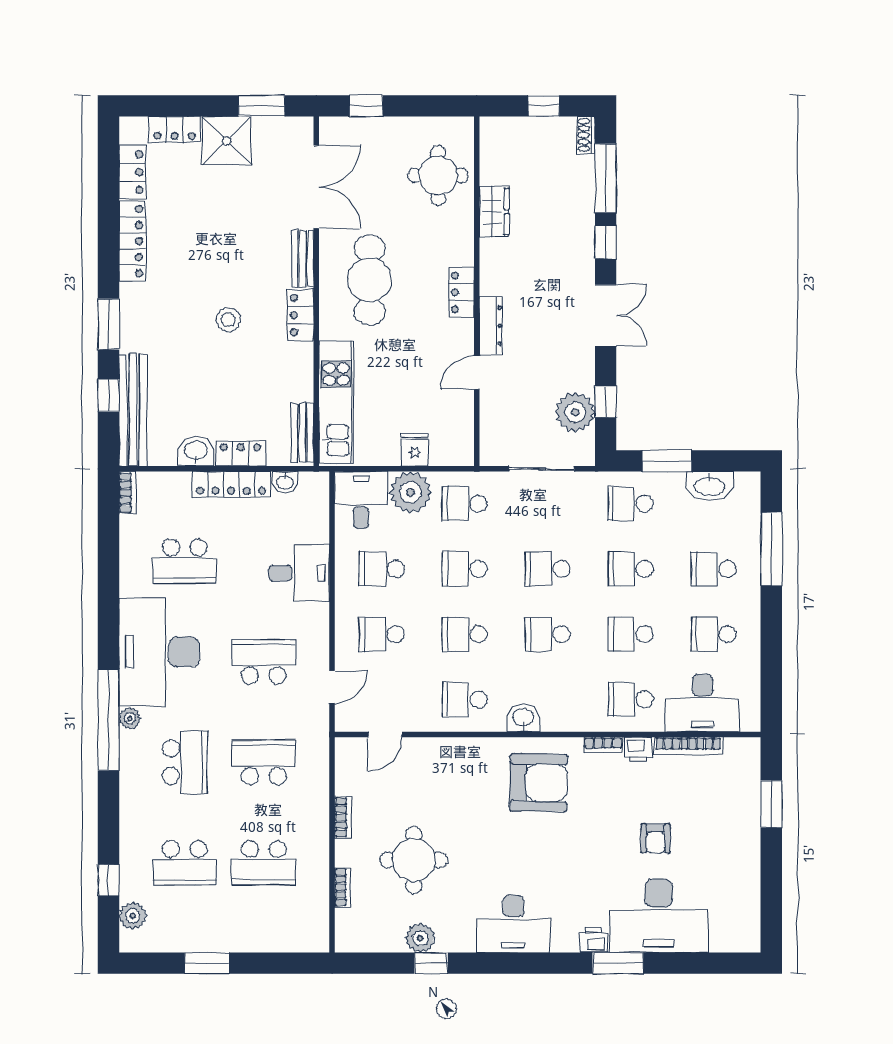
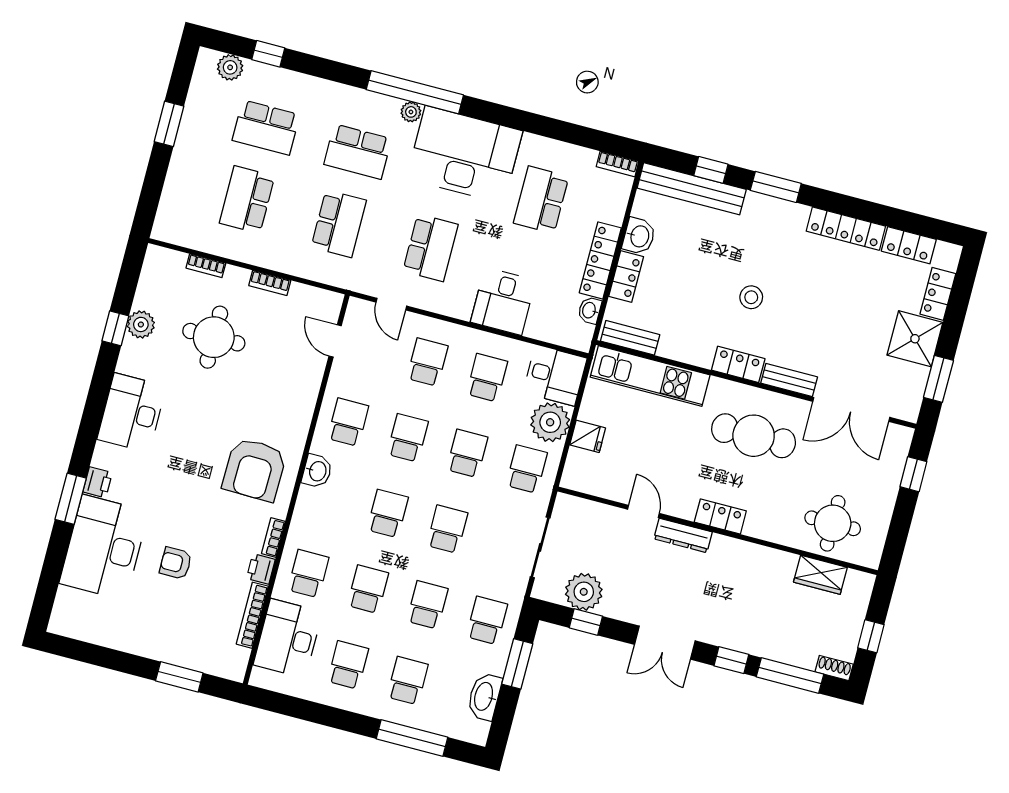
wardrobe: (494, 212) -> (820, 575), moved
school desk: (185, 863) -> (266, 128), turned -90

